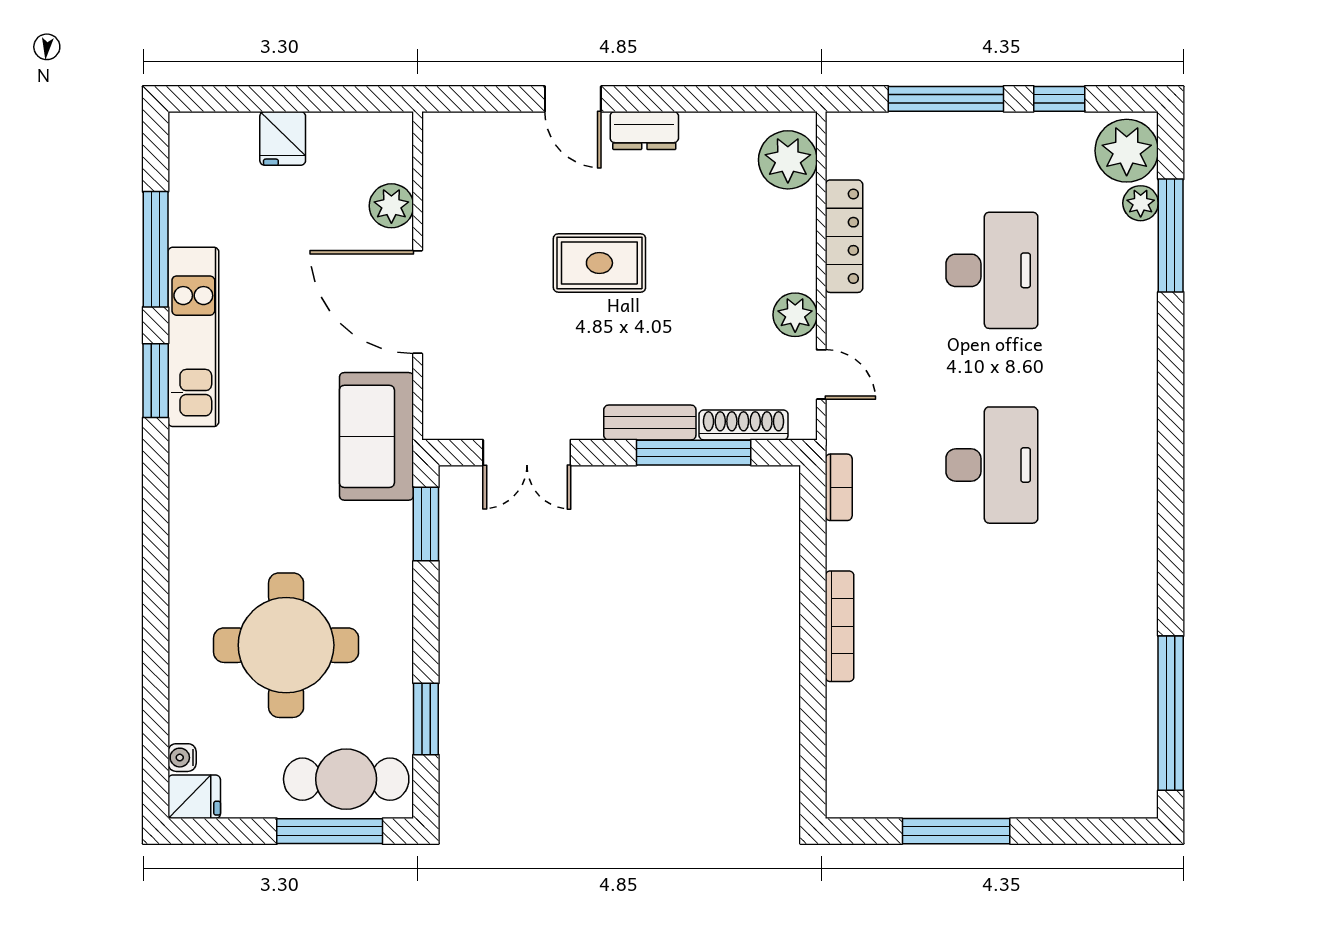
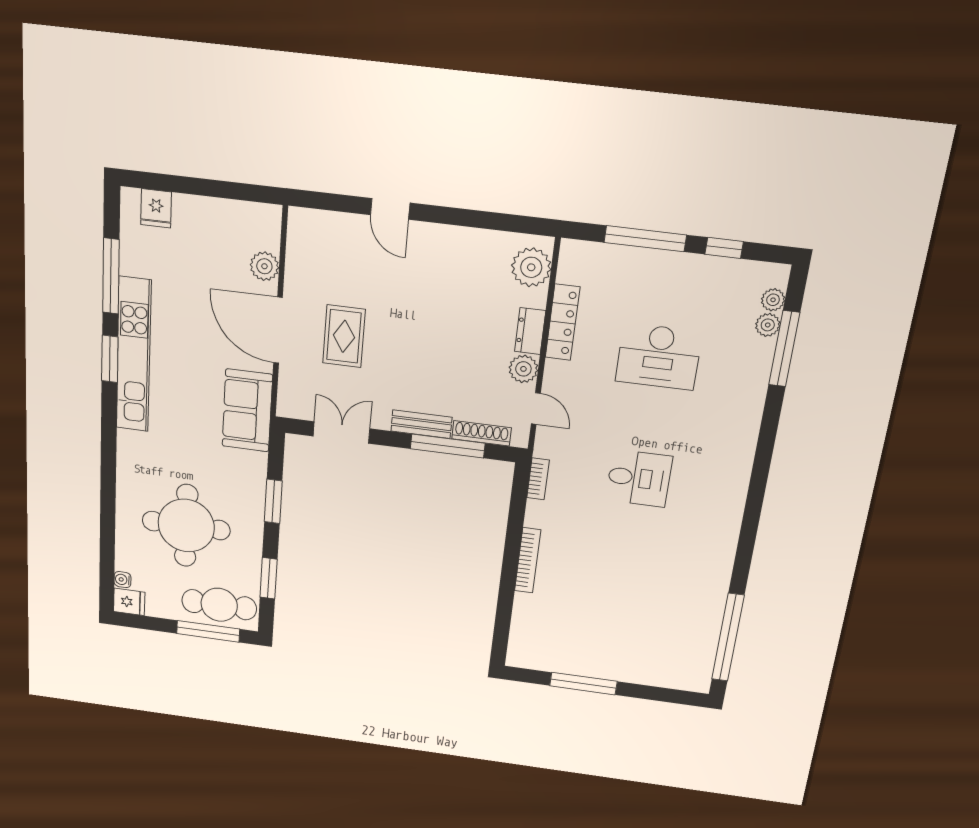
dresser: (644, 131) -> (530, 331), moved, turned 90
fridge: (283, 138) -> (156, 208), moved
plant: (1127, 151) -> (773, 300), width x0.53, depth x0.53
rug: (599, 263) -> (344, 336), moved, turned 90
desk: (992, 270) -> (659, 357), turned 90
kitchen unit: (193, 337) -> (134, 355), width x1.36
double door: (527, 453) -> (341, 432), swing flipped
desk: (992, 465) -> (639, 478), width x0.73
window: (426, 524) -> (273, 501), moved

